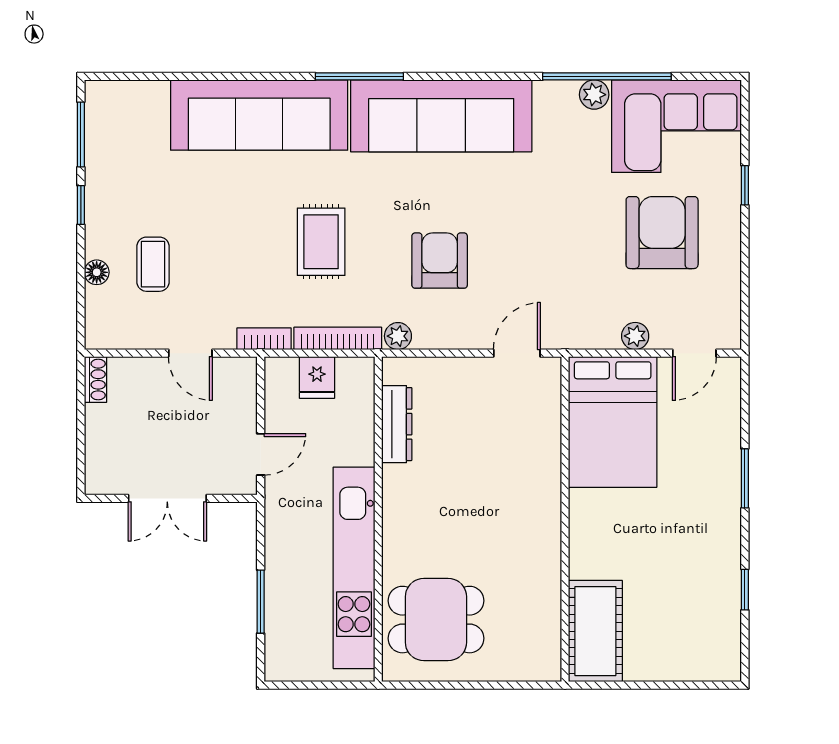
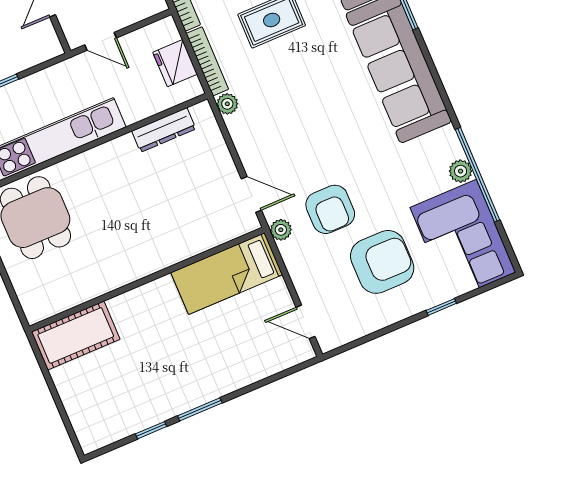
armchair: (440, 261) -> (330, 209), moved, turned 90
plant: (635, 336) -> (281, 230), moved
fridge: (317, 377) -> (175, 63), width x1.38
bed: (613, 422) -> (227, 274), width x0.67
window: (745, 478) -> (200, 409), moved

